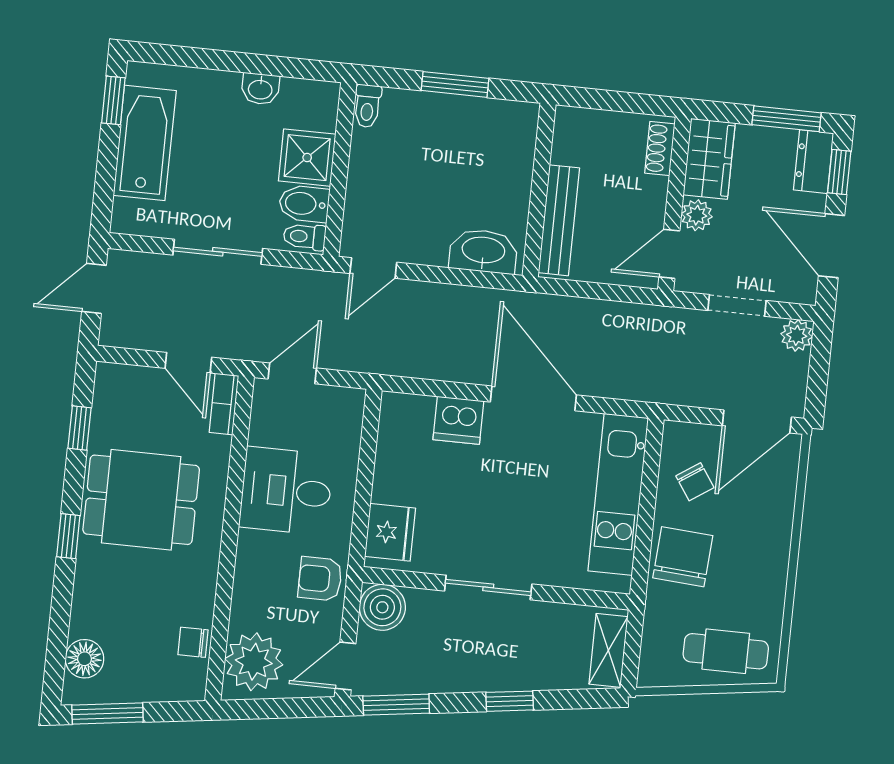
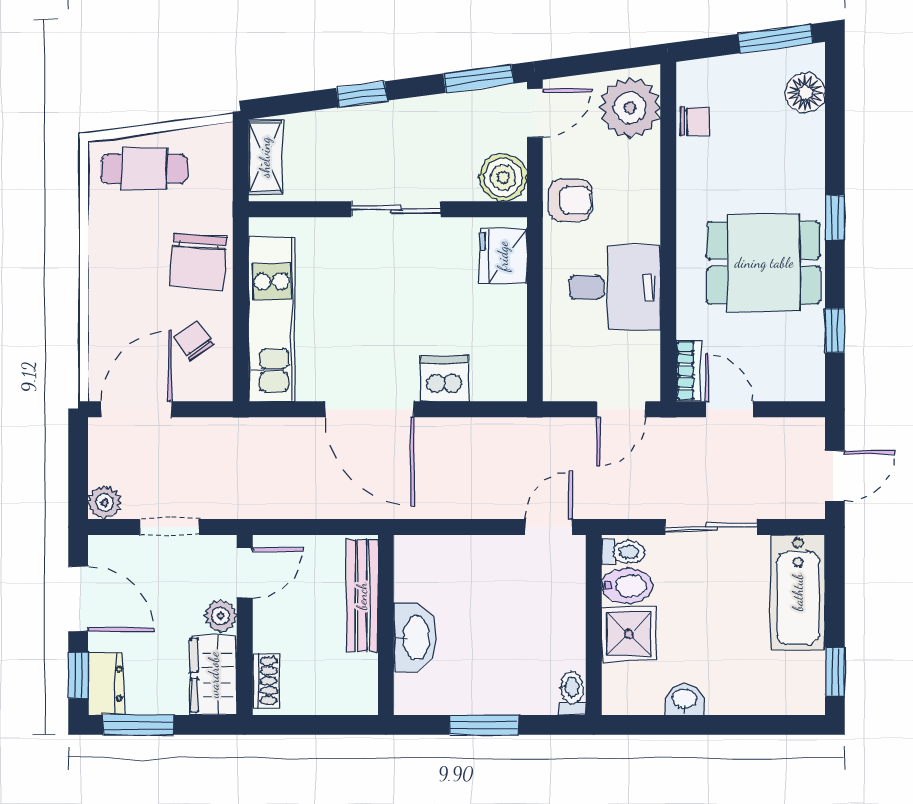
bathtub: (145, 143) -> (798, 592), moved
washbasin: (483, 251) -> (415, 638), moved, turned -90

